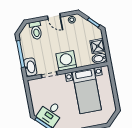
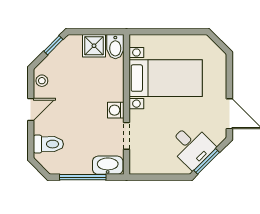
washing machine: (66, 61) -> (116, 110), width x0.53, depth x0.53

